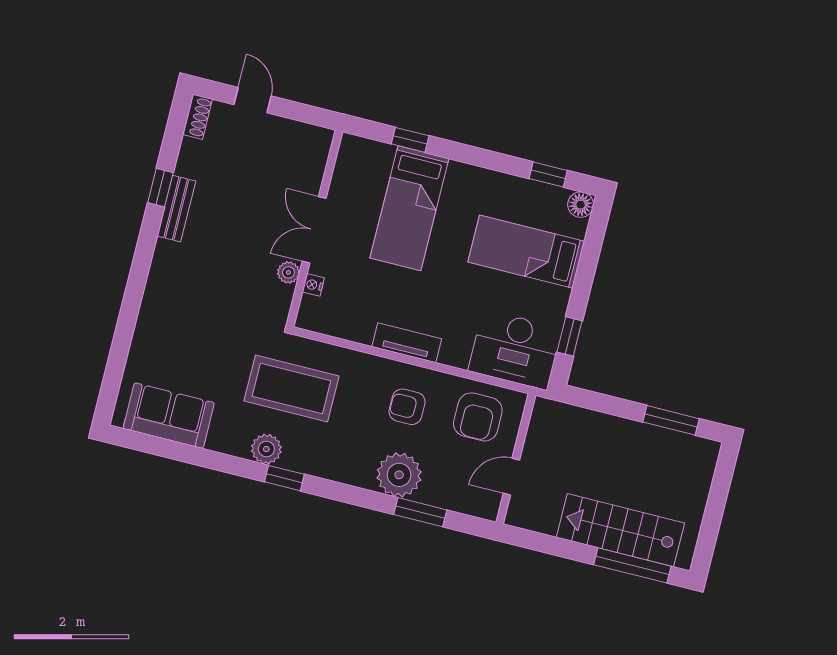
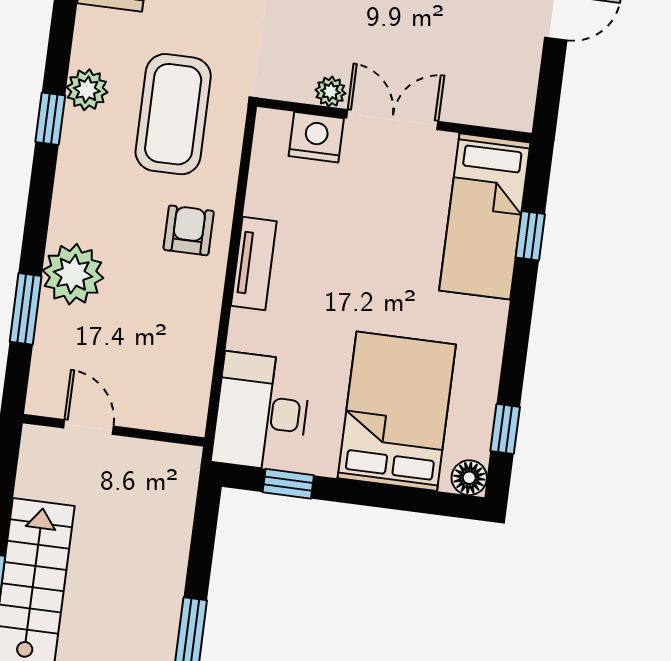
bed: (409, 208) -> (485, 216), moved, turned -90
bed: (526, 252) -> (397, 411), width x1.50
nightstand: (313, 285) -> (316, 137), width x1.89, depth x1.79
armchair: (407, 407) -> (189, 230), moved
armchair: (478, 417) -> (164, 372), removed

